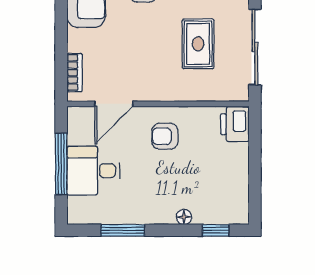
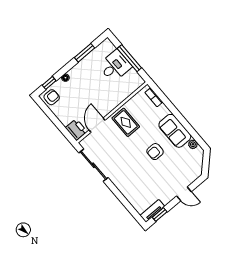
rug: (198, 44) -> (126, 122), moved
door: (114, 104) -> (97, 125), moved
armchair: (165, 136) -> (52, 97), moved

